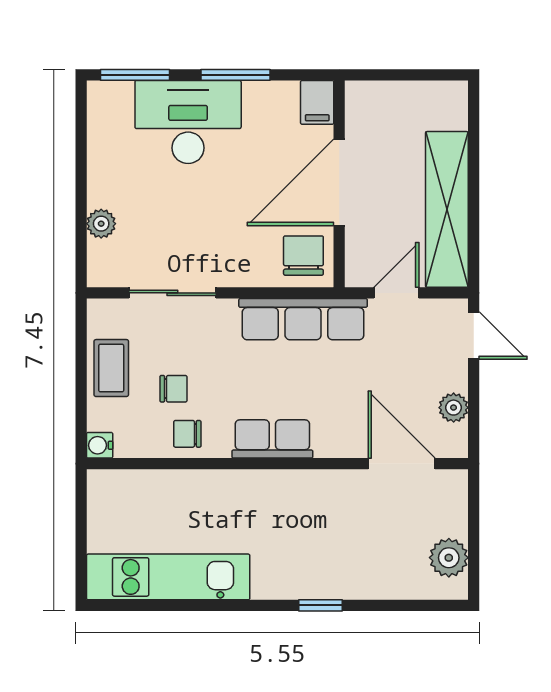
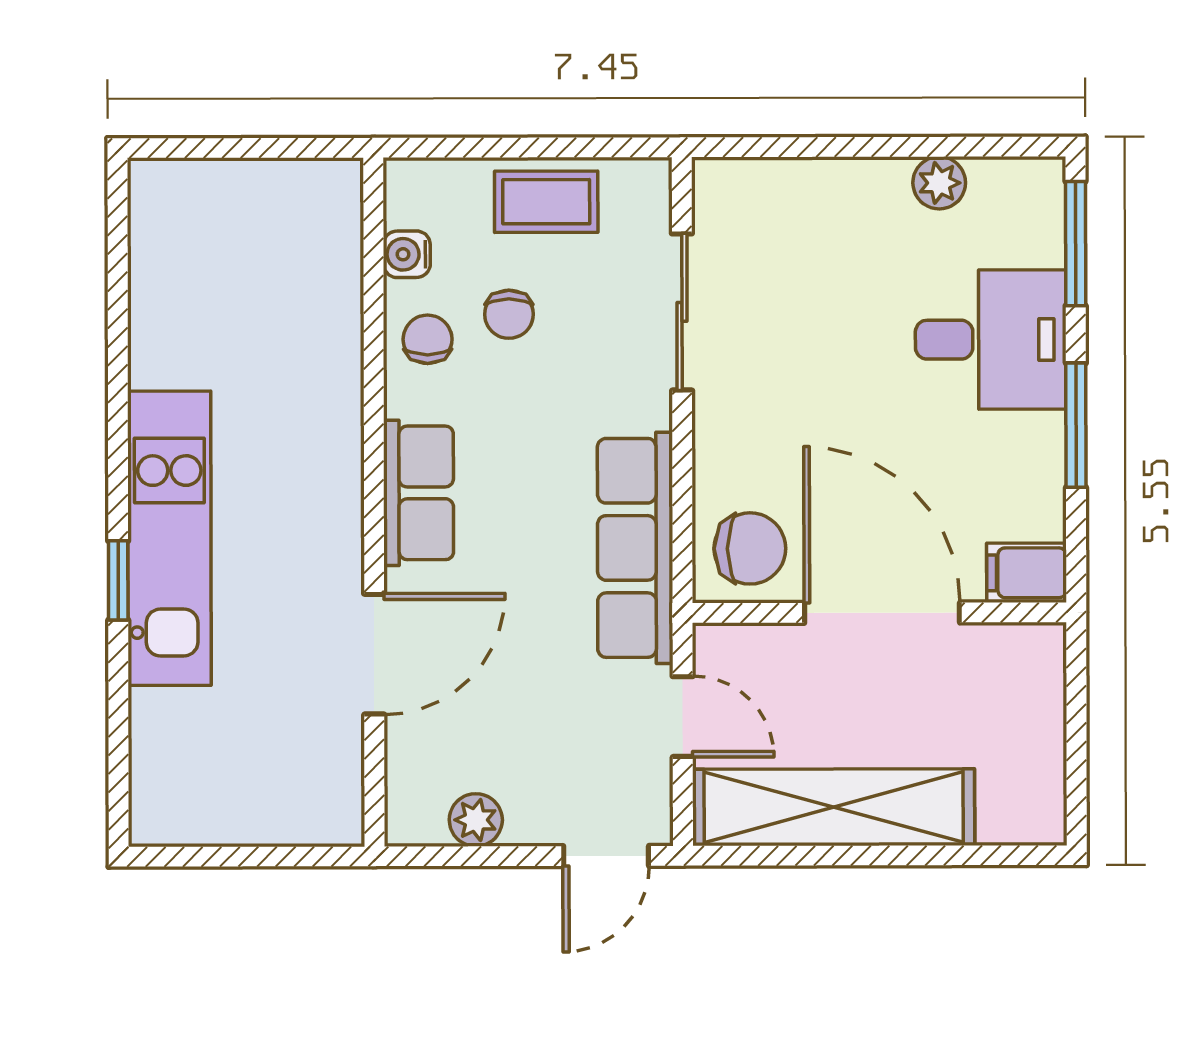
desk: (188, 122) -> (991, 340), width x0.73
plant: (101, 224) -> (939, 183), moved
water cooler: (100, 445) -> (407, 254), moved, turned -90
door: (402, 464) -> (374, 654), moved
plant: (449, 558) -> (205, 812), removed
kitchen unit: (168, 577) -> (169, 538), moved

